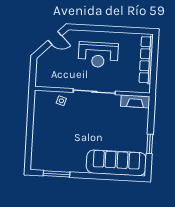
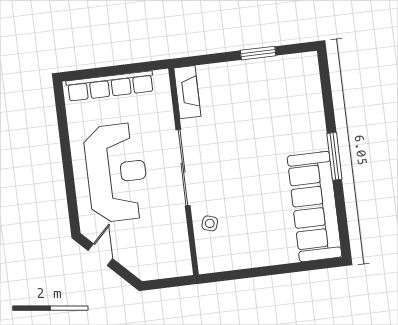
reception desk: (98, 55) -> (116, 173), width x1.36, depth x1.30
sofa: (116, 163) -> (314, 207), moved
window: (56, 174) -> (334, 156), moved

